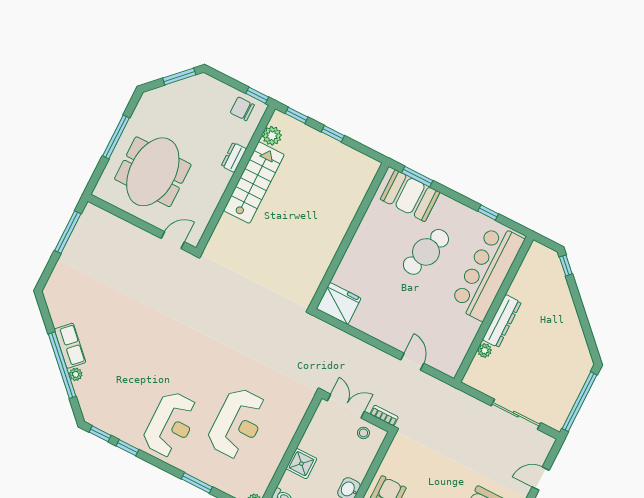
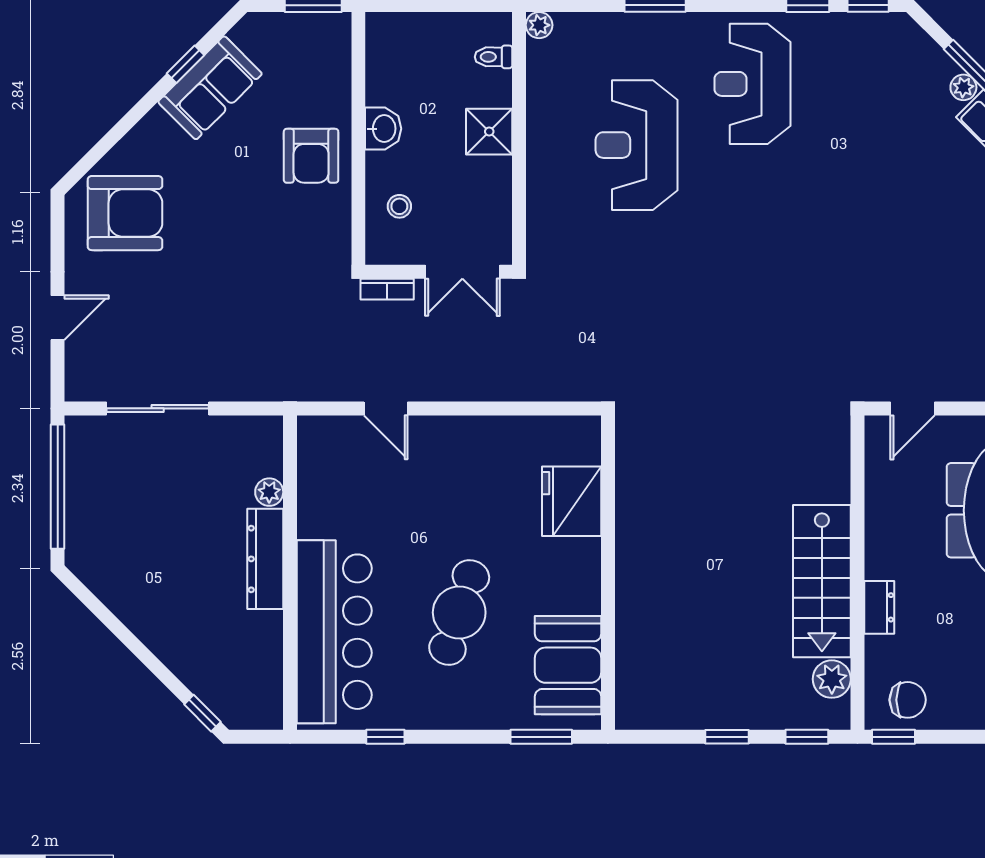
booth: (410, 196) -> (568, 665), moved, turned 90
fridge: (339, 303) -> (572, 501), moved, turned 90
stool: (363, 433) -> (399, 206), moved

